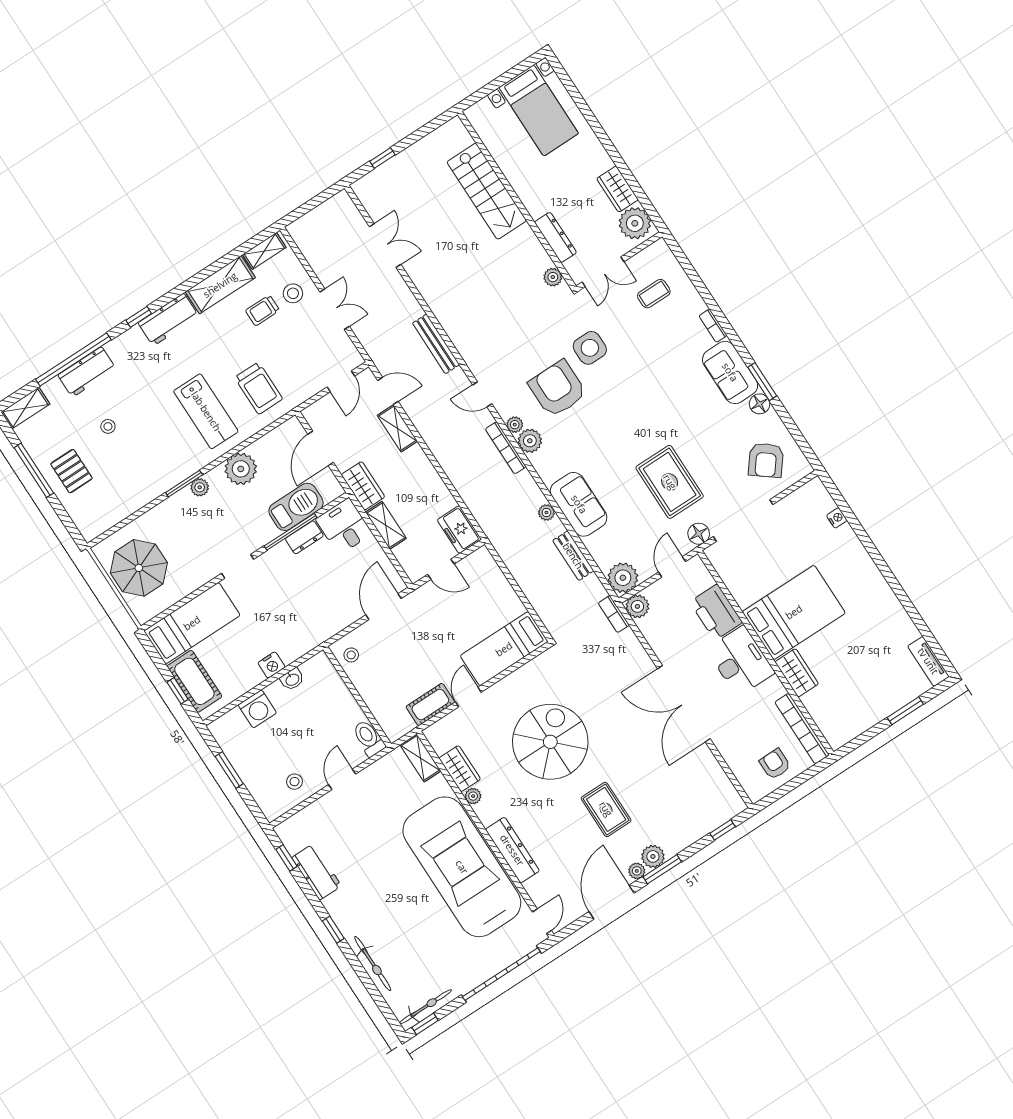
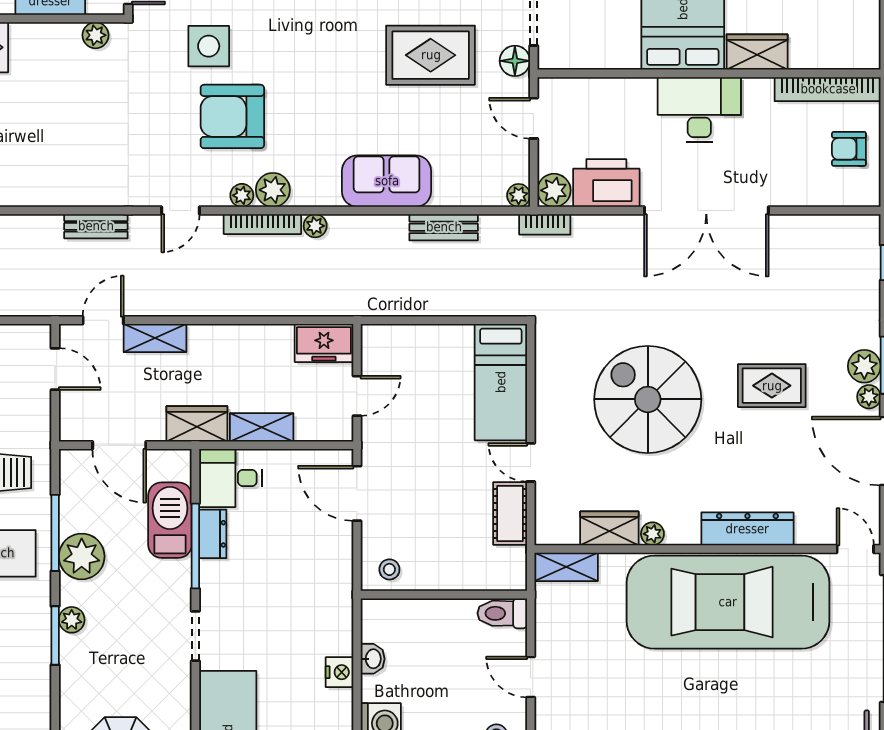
bench: (436, 344) -> (96, 226), width x0.73
window: (244, 444) -> (55, 533), added
plant: (546, 512) -> (315, 226), moved
plant: (623, 578) -> (519, 195), width x0.53, depth x0.53
printer: (716, 612) -> (606, 183), moved, turned 180

